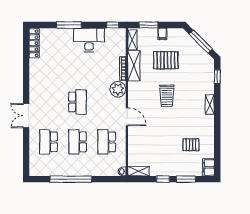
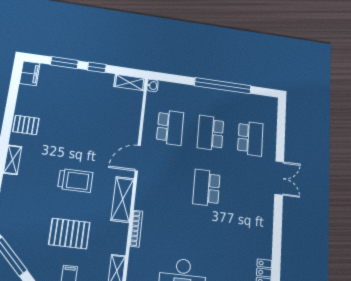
shelving: (134, 66) -> (123, 199), moved
plant: (118, 89) -> (147, 199), removed
trolley: (167, 96) -> (75, 180), turned 90
door: (127, 117) -> (138, 158), hinge flipped
school desk: (78, 142) -> (211, 133), turned 180
pallet: (191, 145) -> (26, 125), moved

